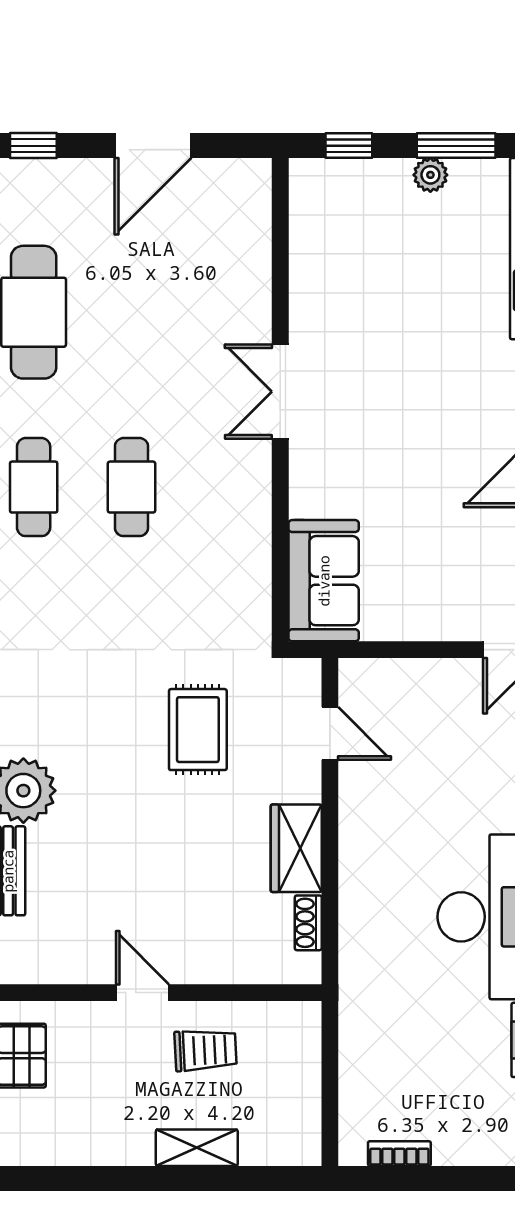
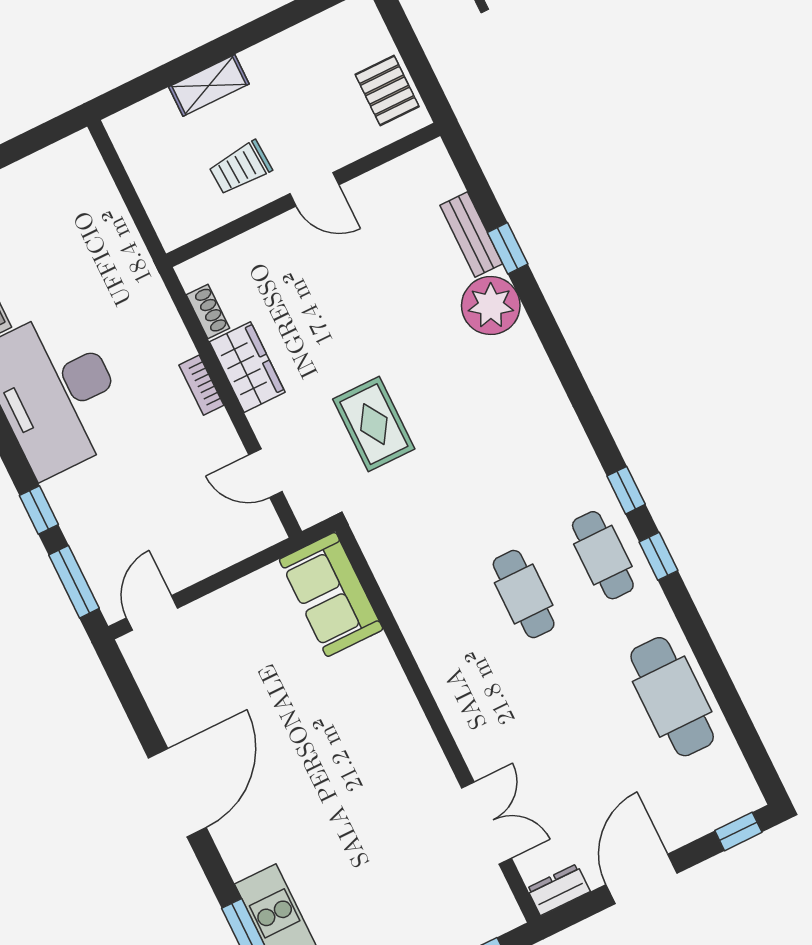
dresser: (241, 175) -> (558, 890), added
double door: (280, 392) -> (487, 823), moved
bookcase: (399, 1154) -> (201, 385), moved, turned 90

